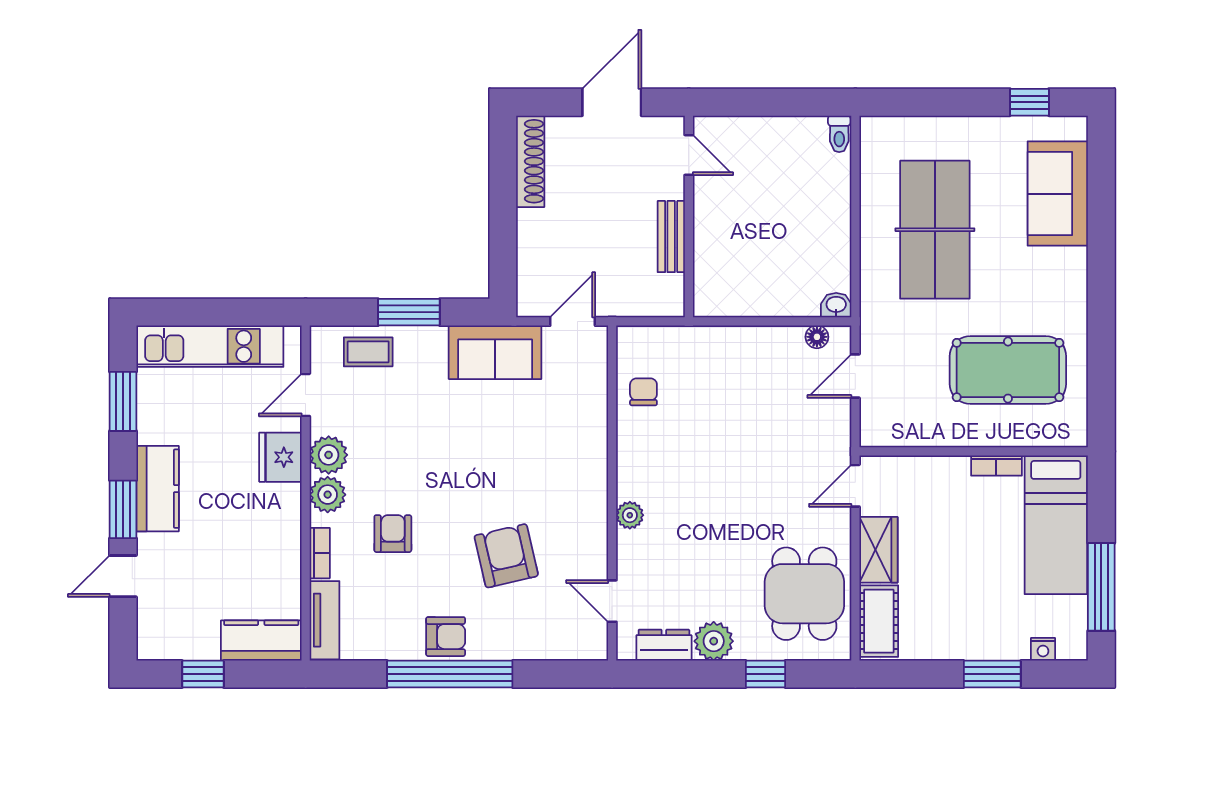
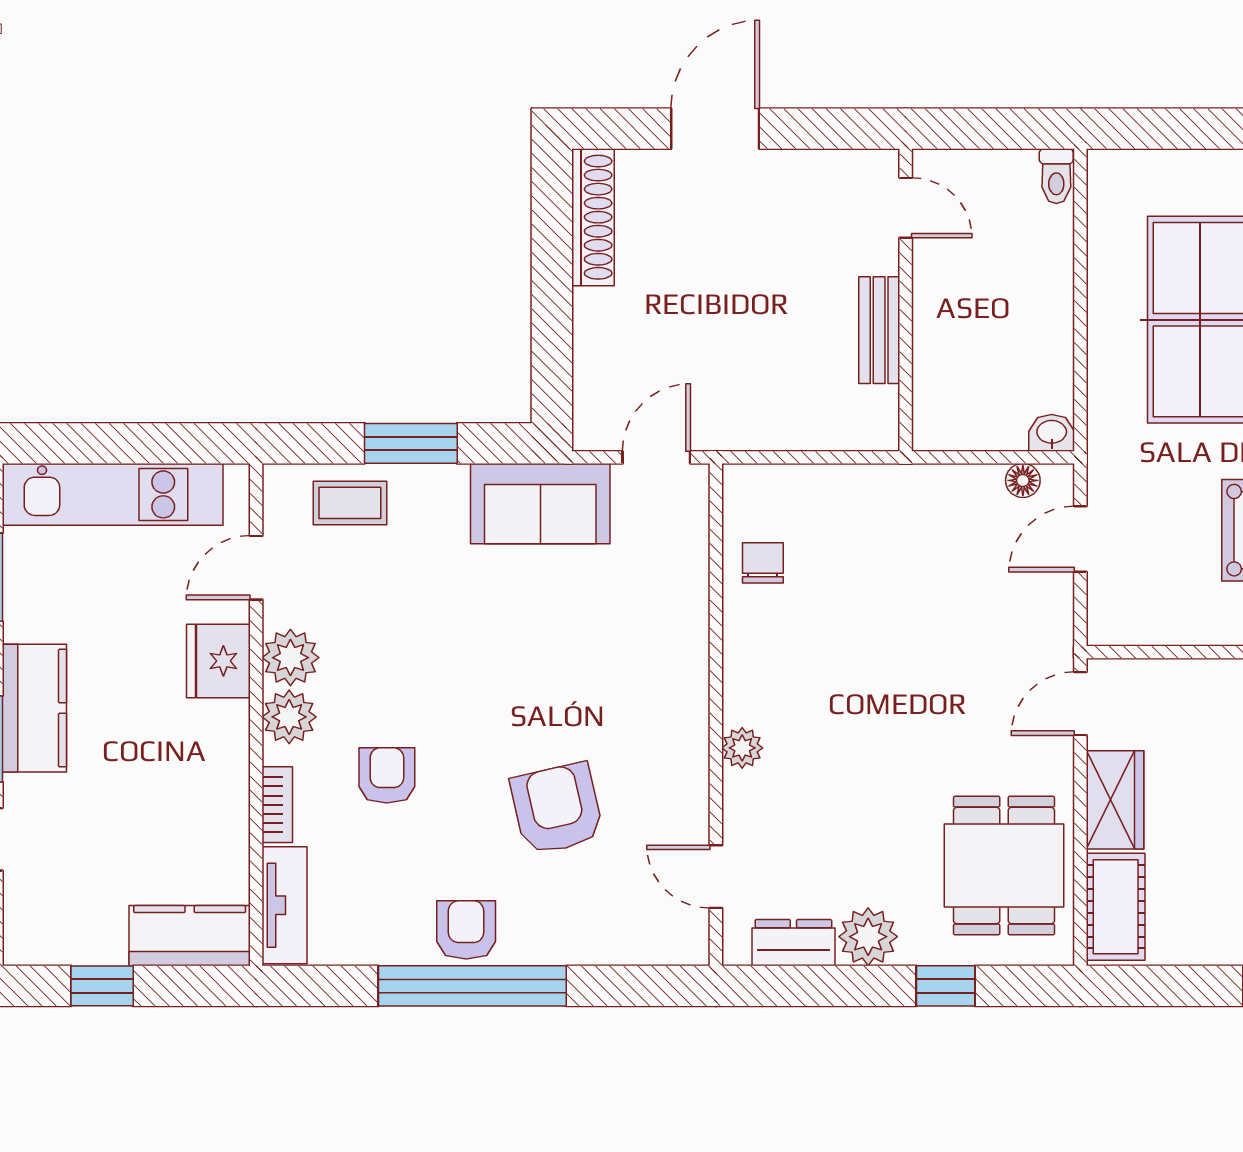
door: (689, 155) -> (906, 208), moved
wall: (689, 216) -> (906, 300), moved
bench: (671, 237) -> (879, 330), moved
armchair: (446, 637) -> (466, 930), turned -90

